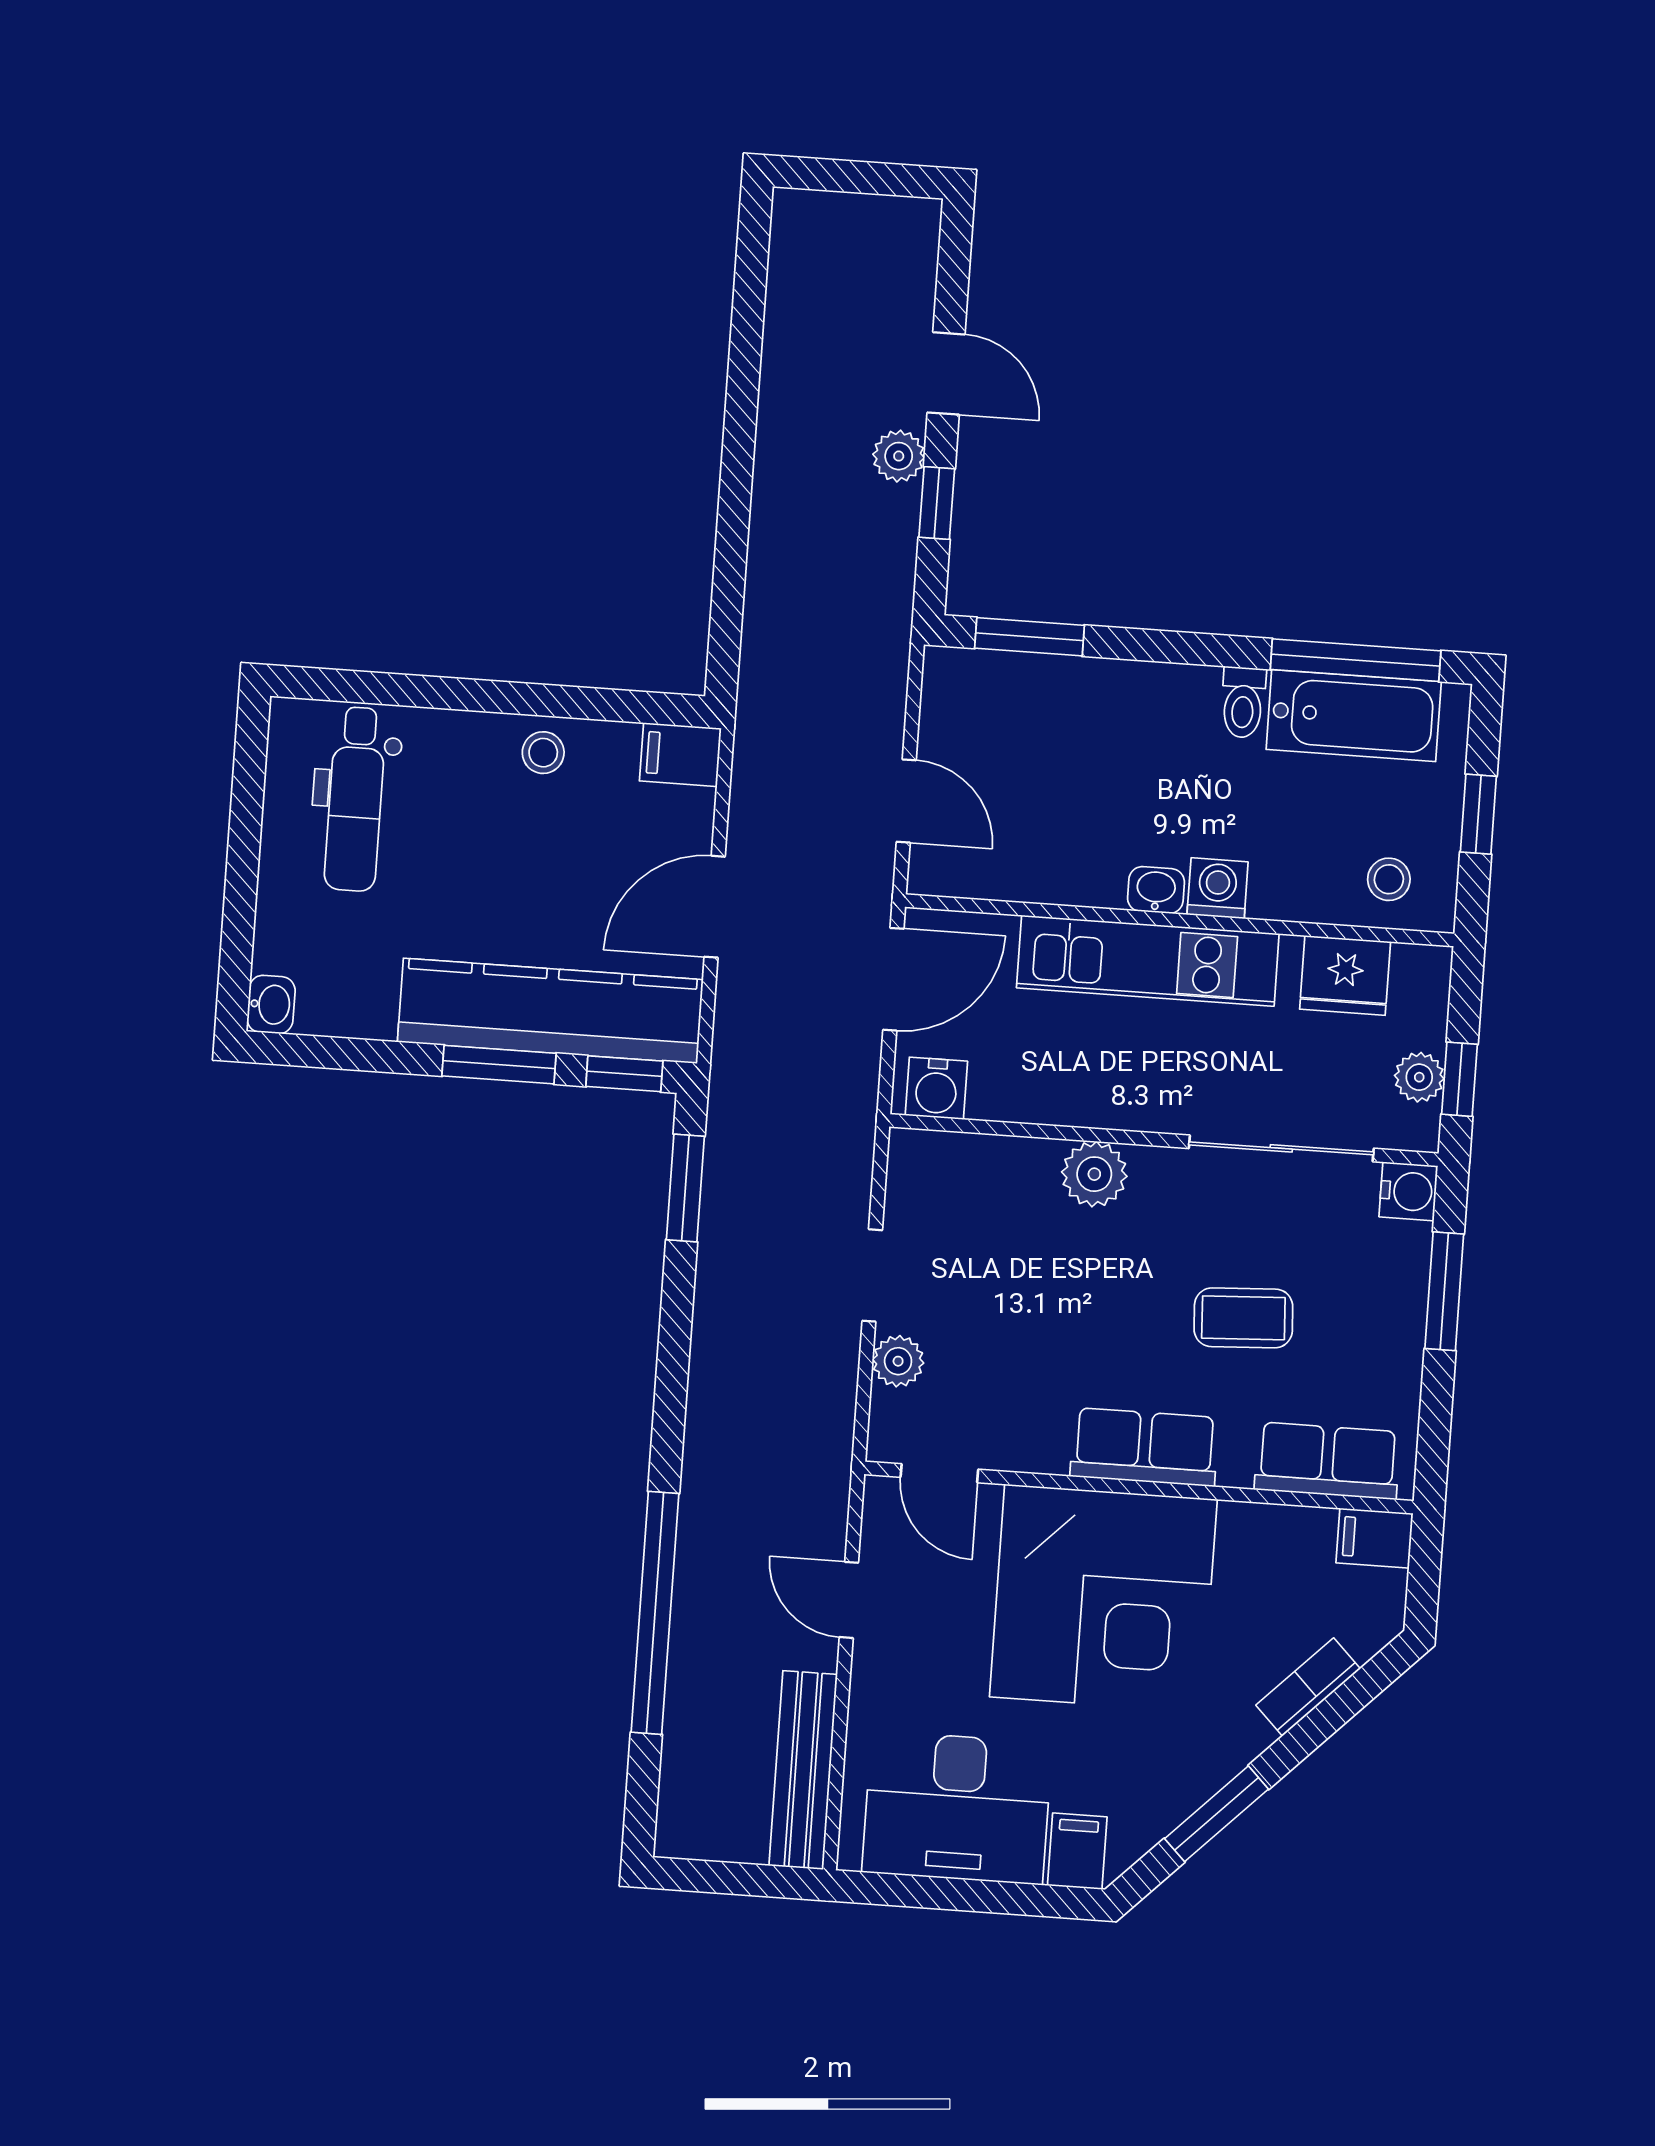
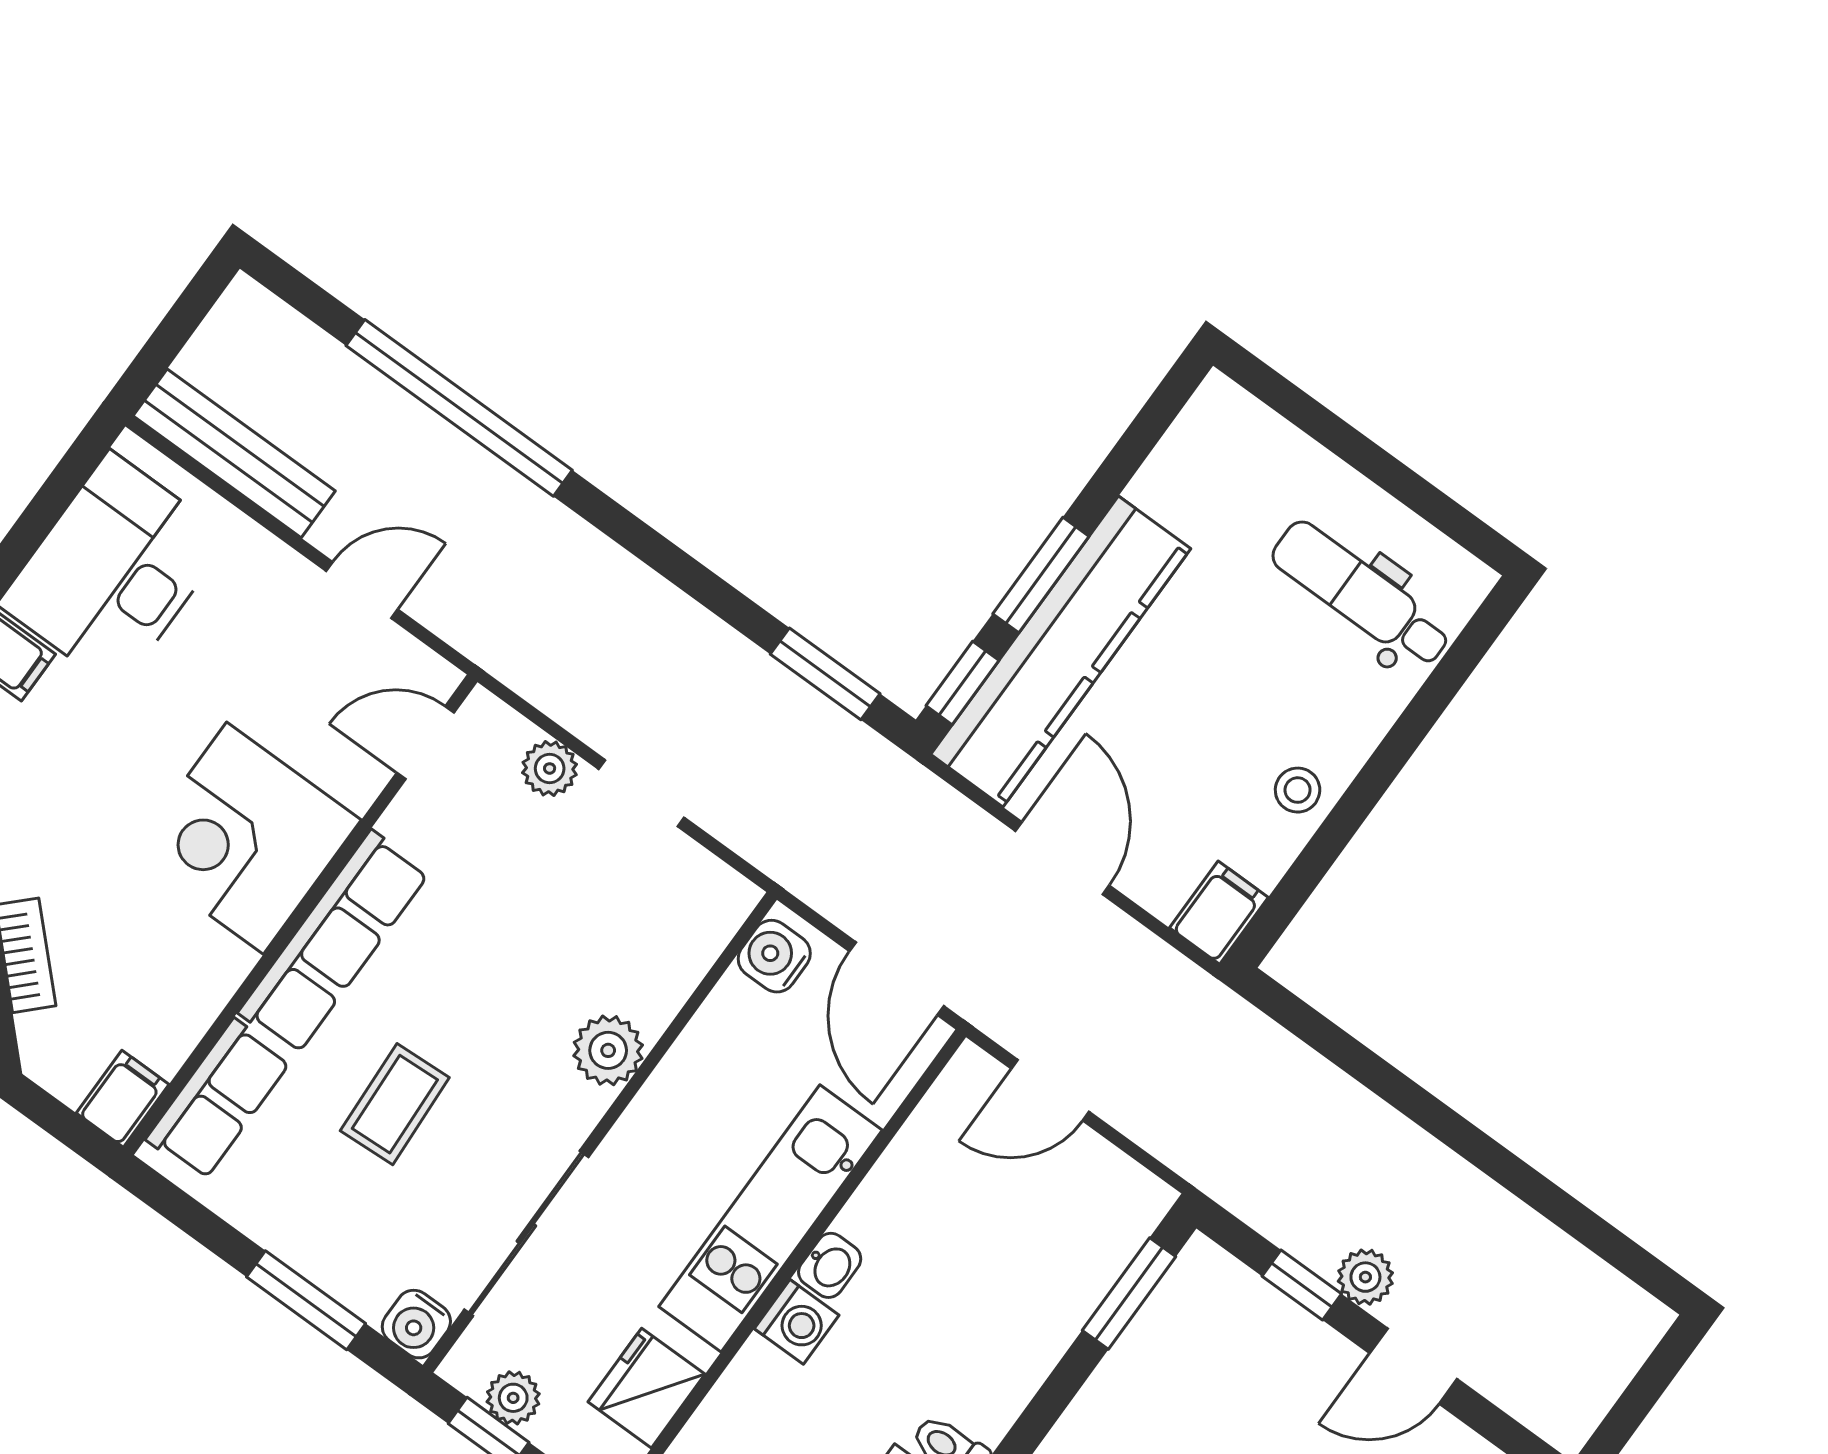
washbasin: (271, 1004) -> (1223, 403), removed
row of seats: (1144, 1447) -> (334, 942), width x1.48
corner desk: (1103, 1598) -> (245, 838), width x0.74, depth x0.74

